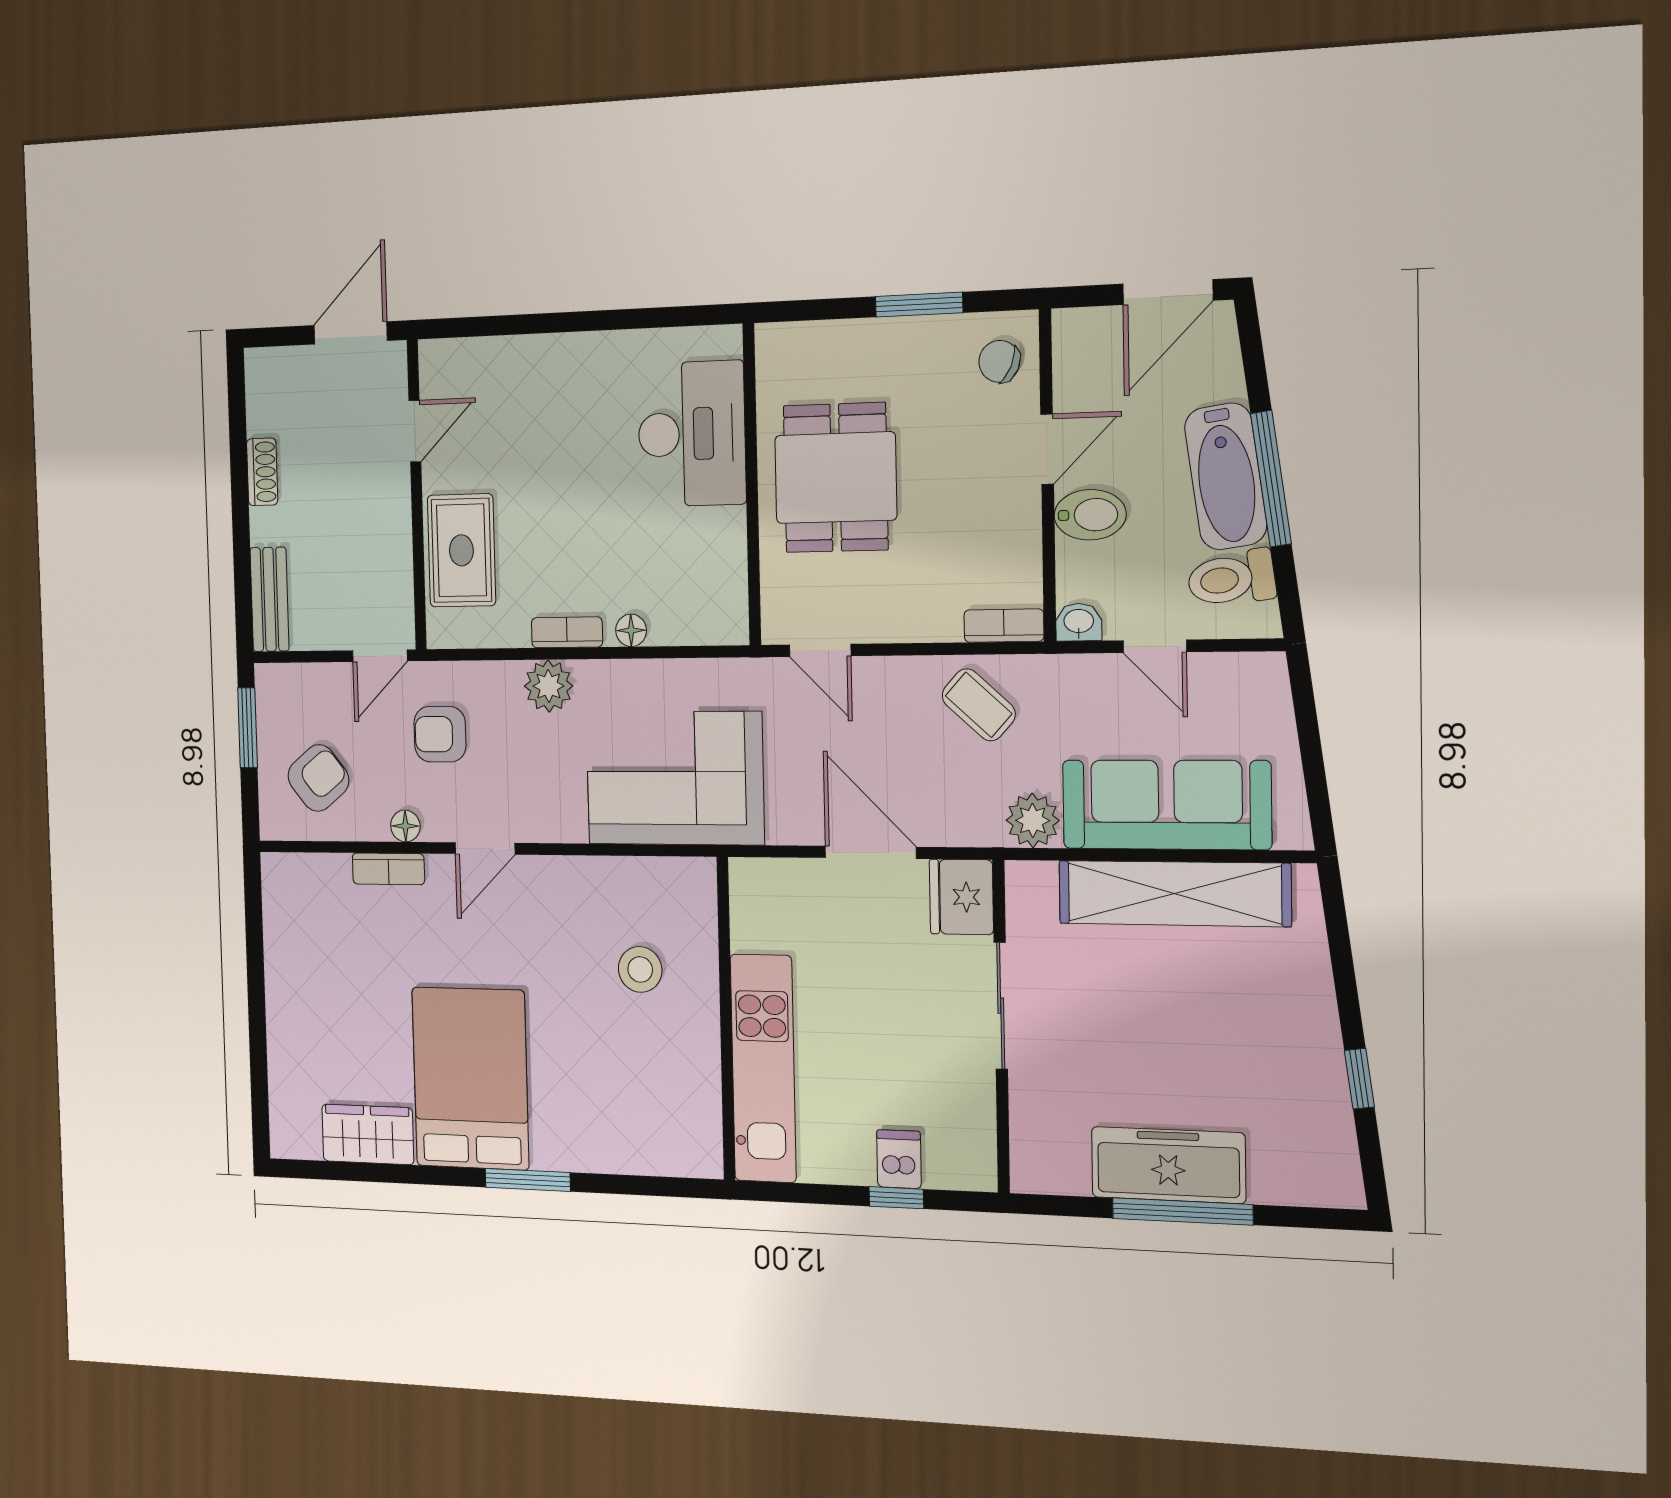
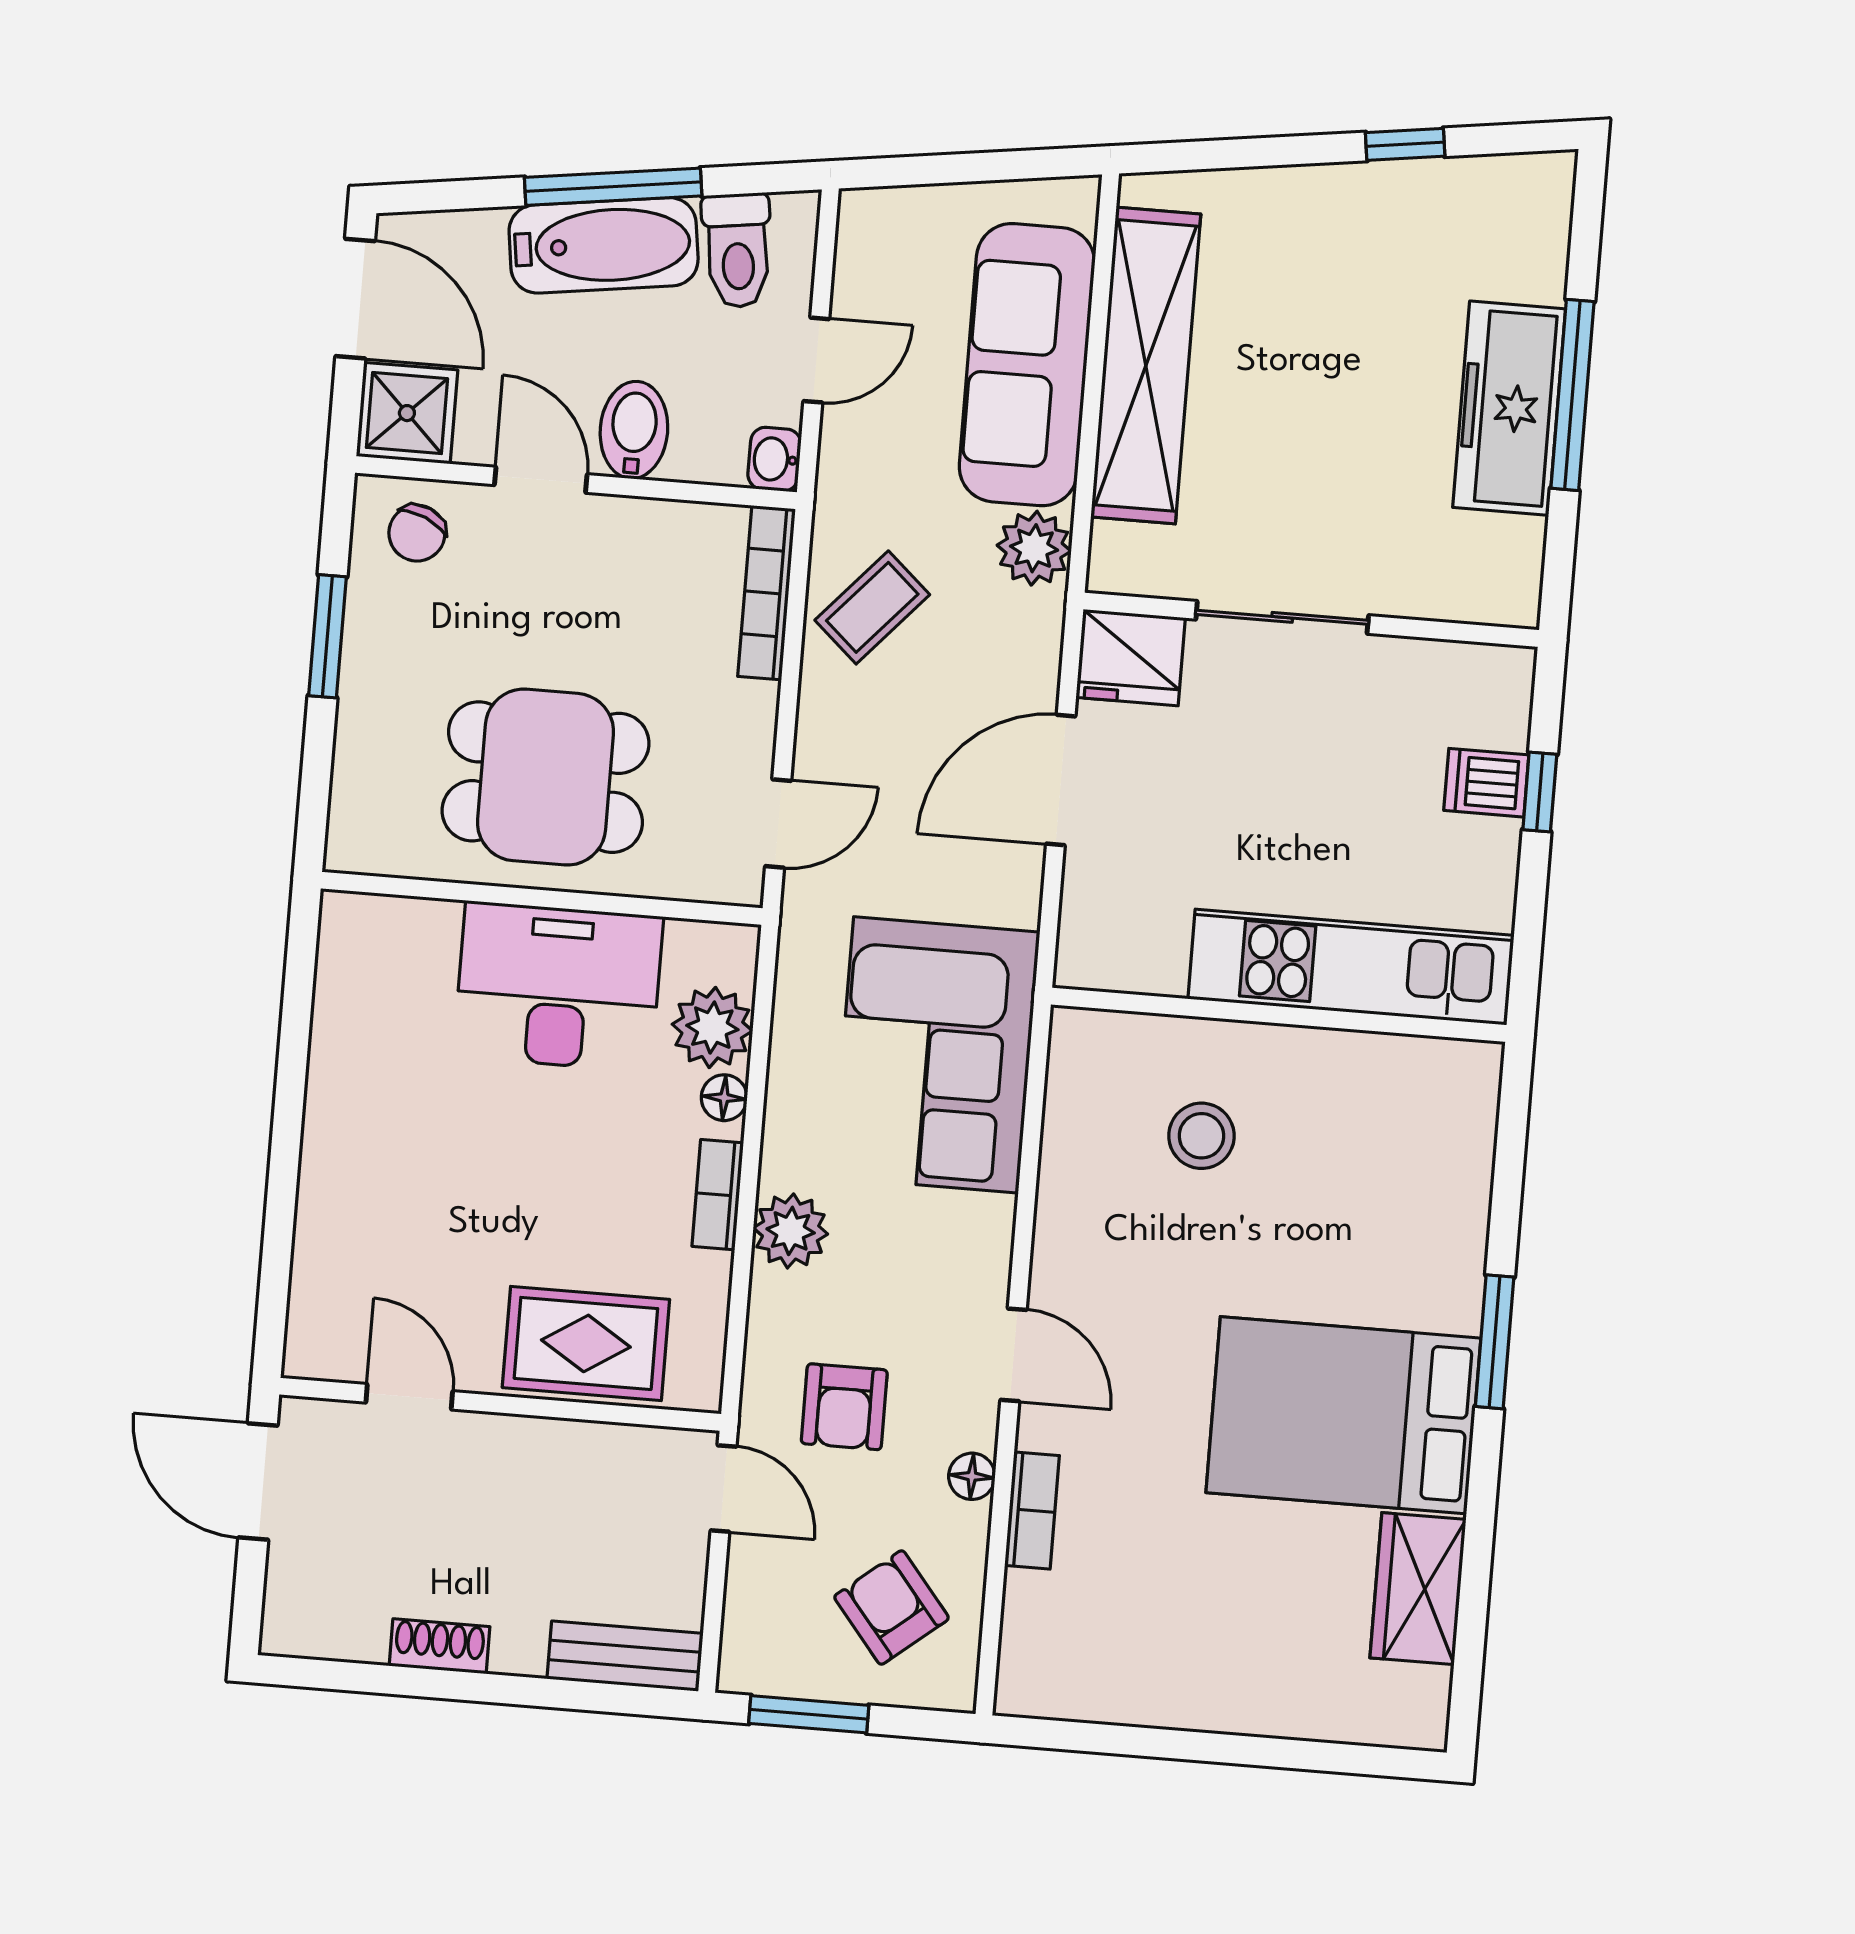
shower: (1086, 343) -> (407, 413), added
desk: (692, 434) -> (558, 986), moved
plant: (677, 617) -> (712, 1028), added
bookcase: (1004, 626) -> (767, 593), width x1.56

